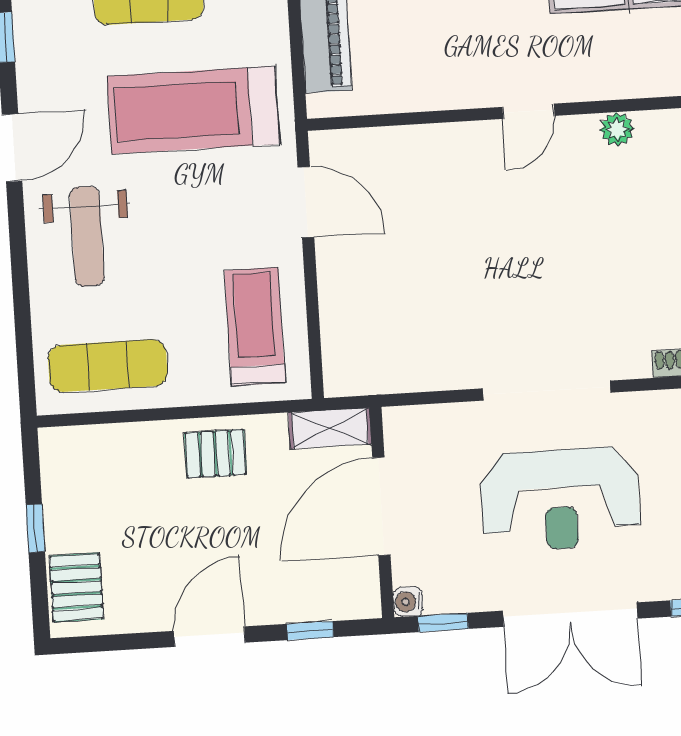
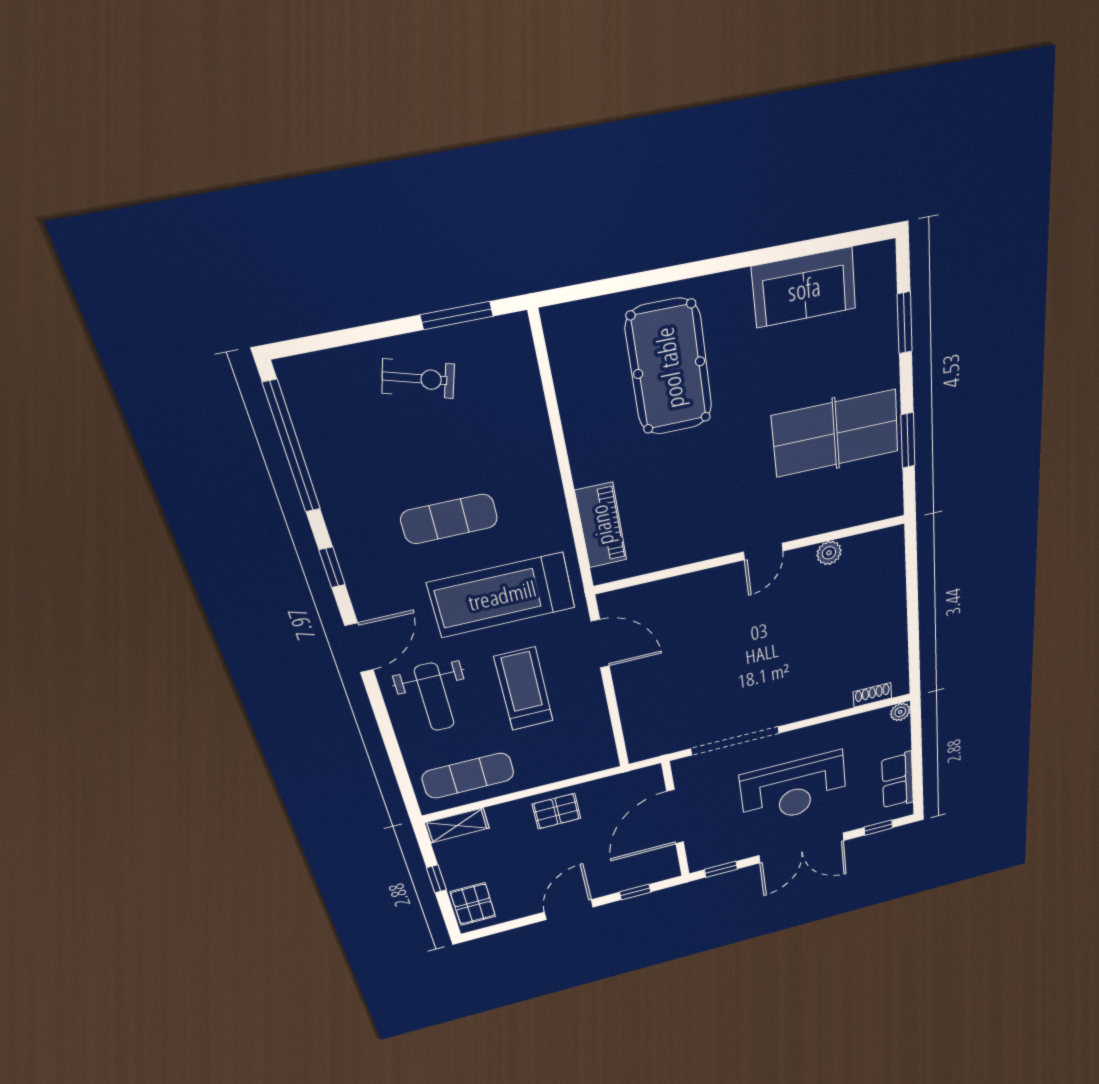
treadmill: (255, 326) -> (524, 689), moved
doorway: (547, 391) -> (735, 741), moved
shelving: (330, 428) -> (457, 825), moved
water cooler: (408, 602) -> (698, 864), removed

